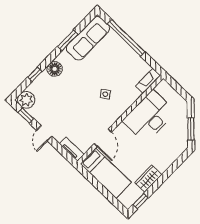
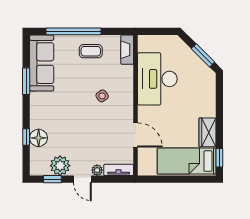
coffee table: (125, 60) -> (91, 51), added
floor lamp: (55, 69) -> (39, 138), moved
plant: (26, 100) -> (60, 166), moved
plant: (59, 136) -> (97, 170), added
bed: (106, 173) -> (187, 161), moved, turned 180

